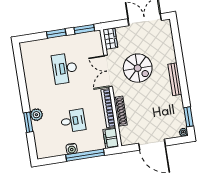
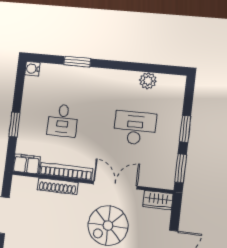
plant: (36, 115) -> (148, 81), moved
water cooler: (72, 149) -> (32, 69), moved
window: (85, 155) -> (14, 124), width x0.47

